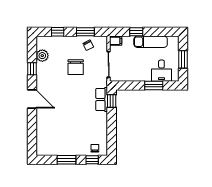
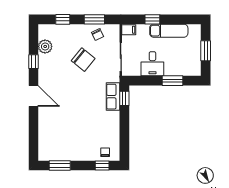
chair: (76, 67) -> (83, 60), turned -51
desk: (161, 71) -> (152, 64), moved
window: (66, 160) -> (60, 166), moved

